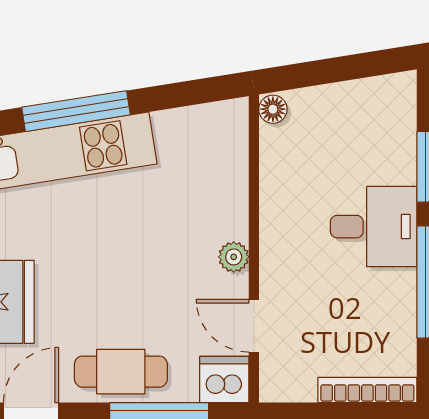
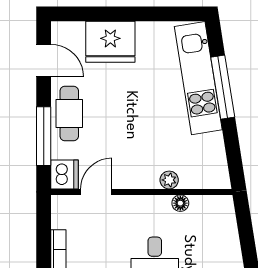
floor lamp: (273, 109) -> (180, 203), moved
plant: (234, 257) -> (169, 180), moved

